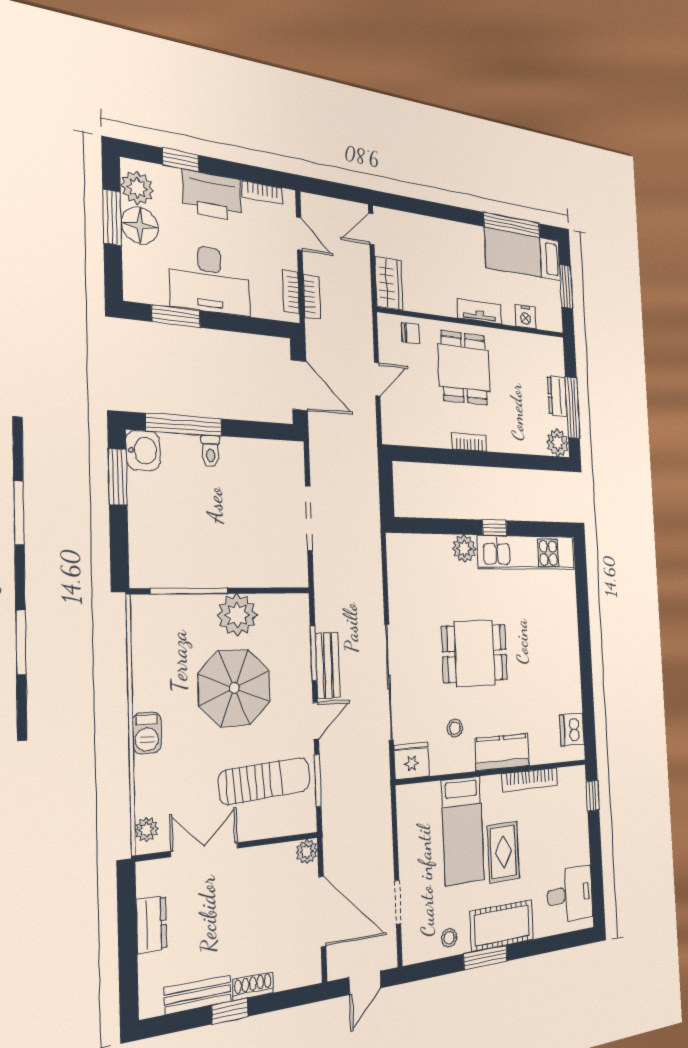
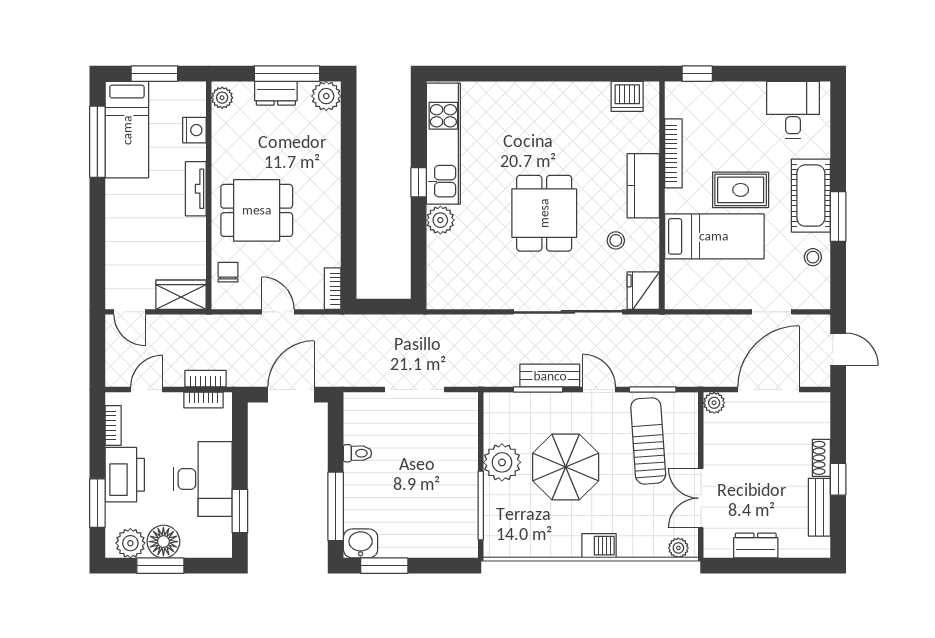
window: (181, 160) -> (97, 503), width x1.50
plant: (551, 346) -> (222, 98), added
bookcase: (469, 442) -> (333, 289), moved
toilet: (211, 451) -> (358, 453), moved

